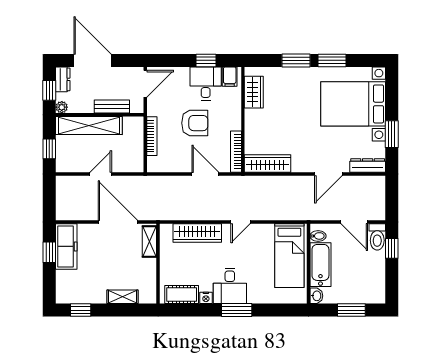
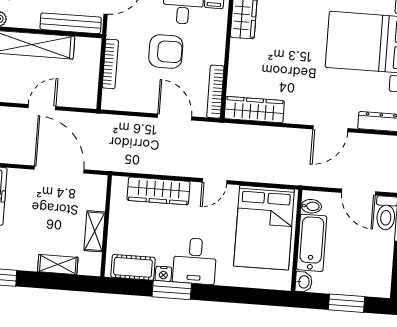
bench: (112, 107) -> (71, 23), width x1.36
shelving: (149, 242) -> (95, 231), moved
bed: (289, 256) -> (264, 228), width x1.50
window: (237, 310) -> (172, 290), moved

